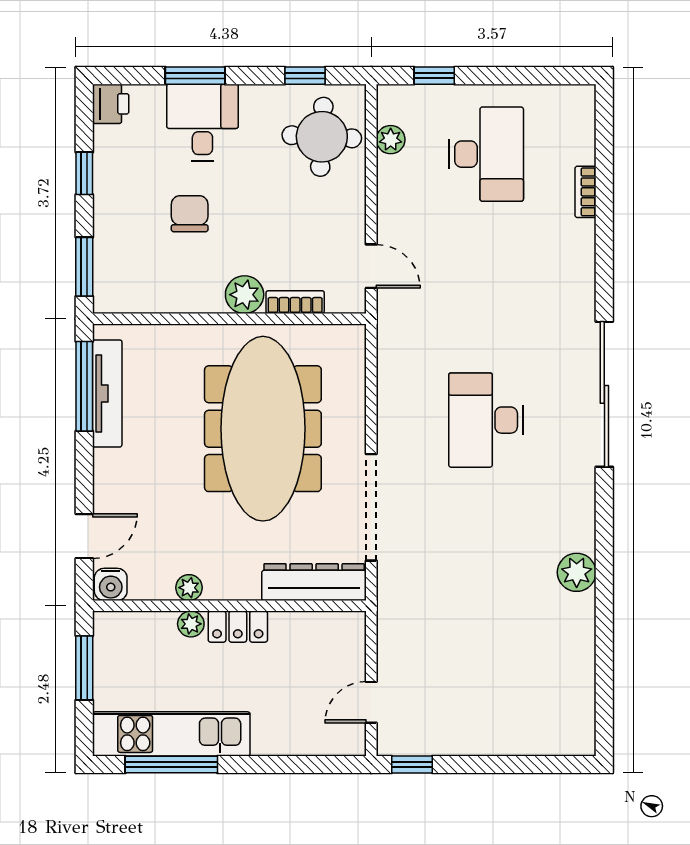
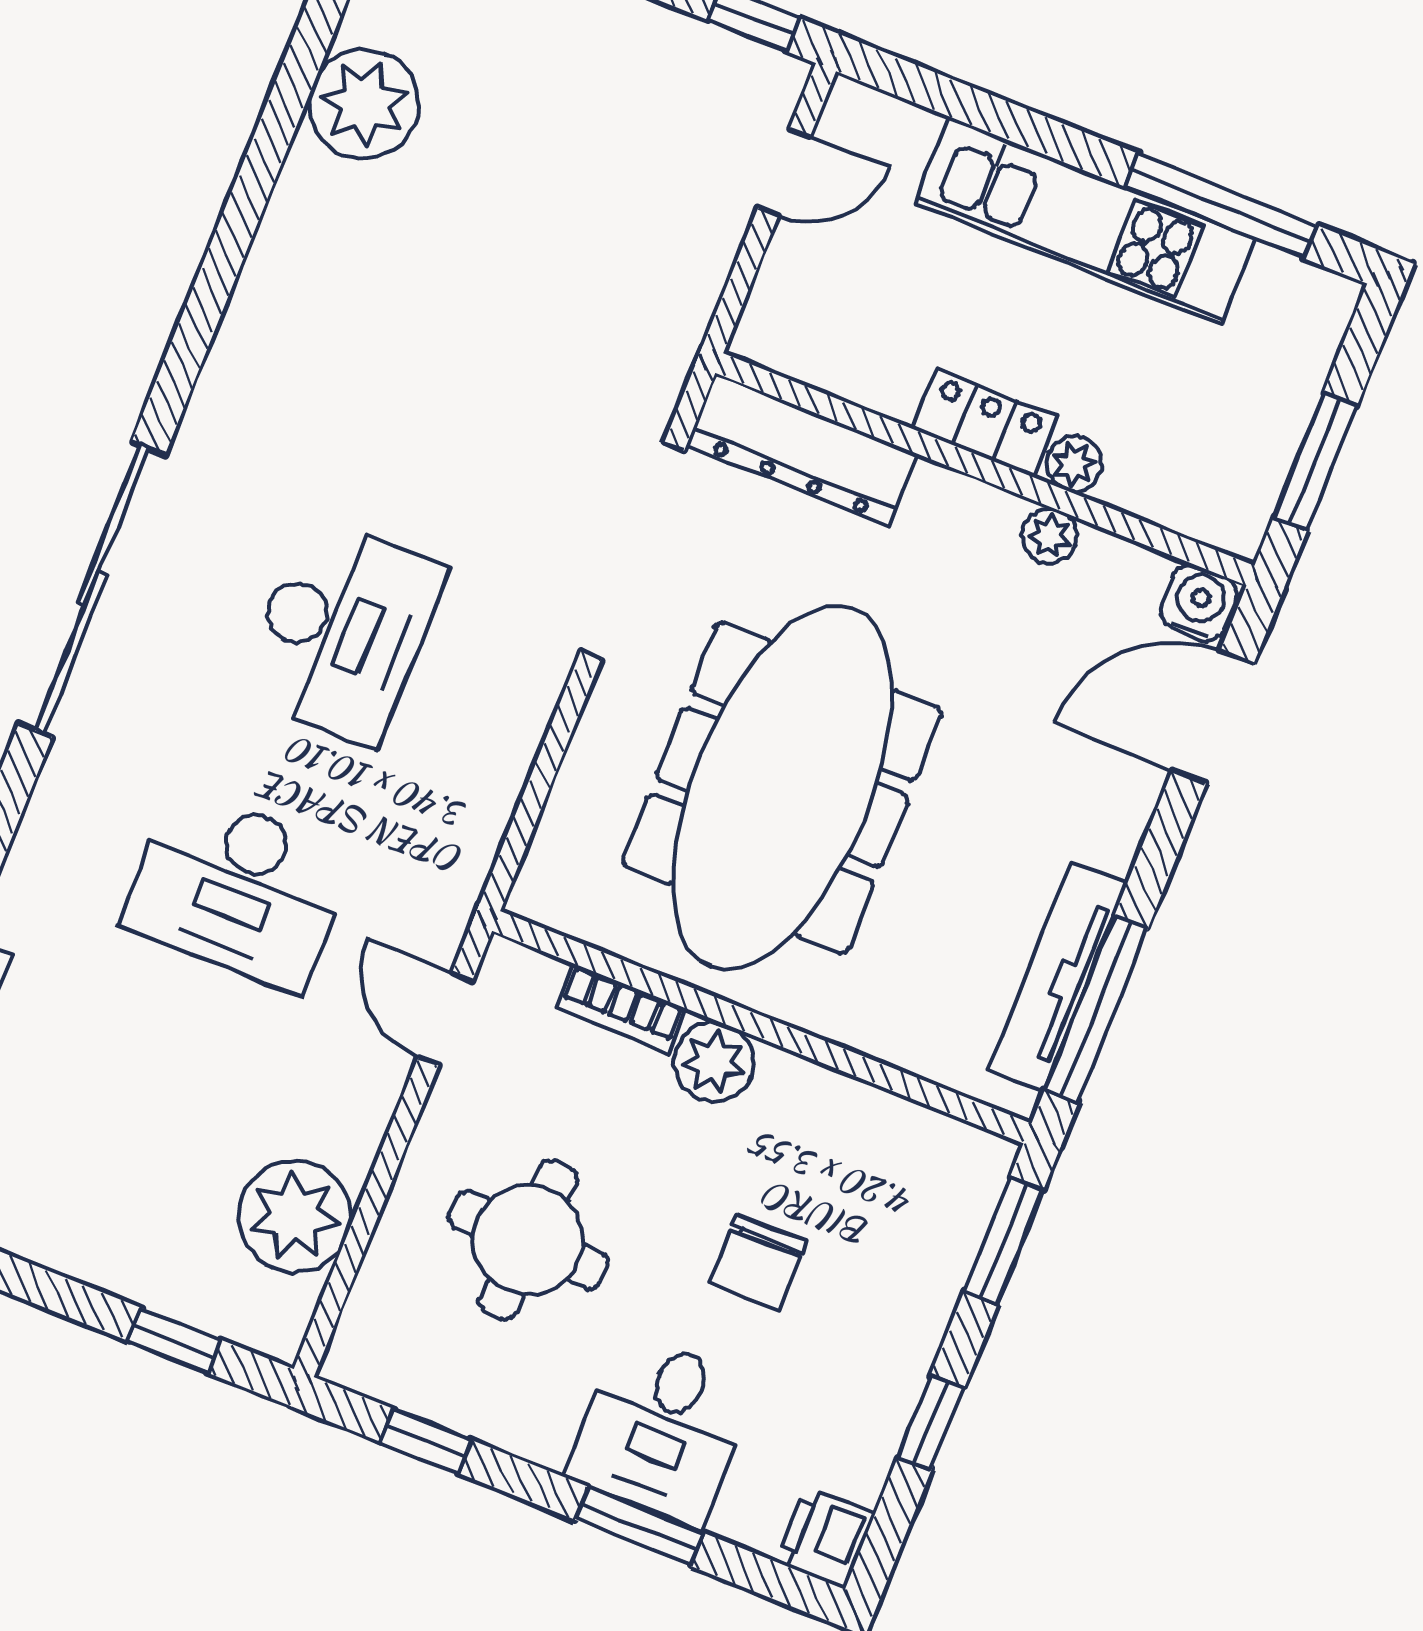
round table: (322, 137) -> (528, 1240), moved
plant: (391, 140) -> (295, 1216), width x1.87, depth x1.87
desk: (486, 154) -> (238, 889), moved, turned -90
door: (84, 536) -> (1213, 718), width x1.38
plant: (577, 572) -> (364, 104), moved, width x1.36, depth x1.36
kitchen unit: (171, 734) -> (1085, 221), moved

